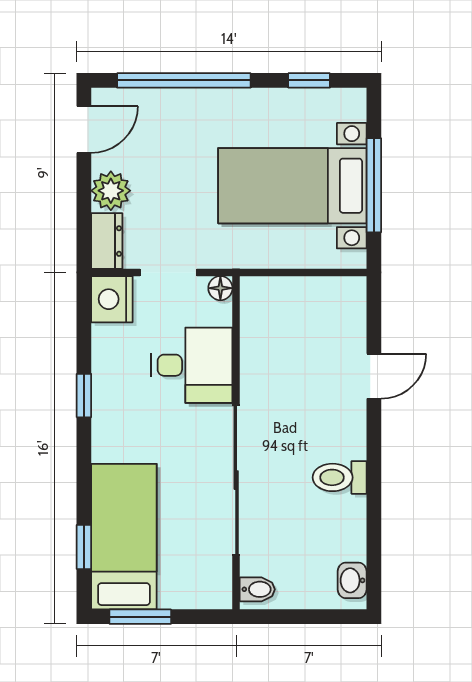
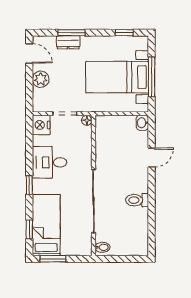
window: (184, 80) -> (71, 33), width x0.47
door: (84, 130) -> (29, 53), hinge flipped
dresser: (107, 241) -> (68, 42), moved, turned 90
desk: (192, 365) -> (50, 162), moved, turned 180
window: (84, 396) -> (29, 185), moved
washbasin: (352, 580) -> (142, 123), moved

